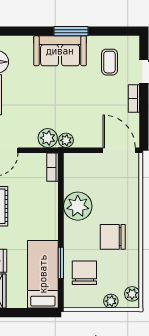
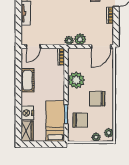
plant: (48, 138) -> (80, 39), moved
door: (119, 150) -> (101, 47), swing flipped
chair: (84, 273) -> (80, 120), turned 90

